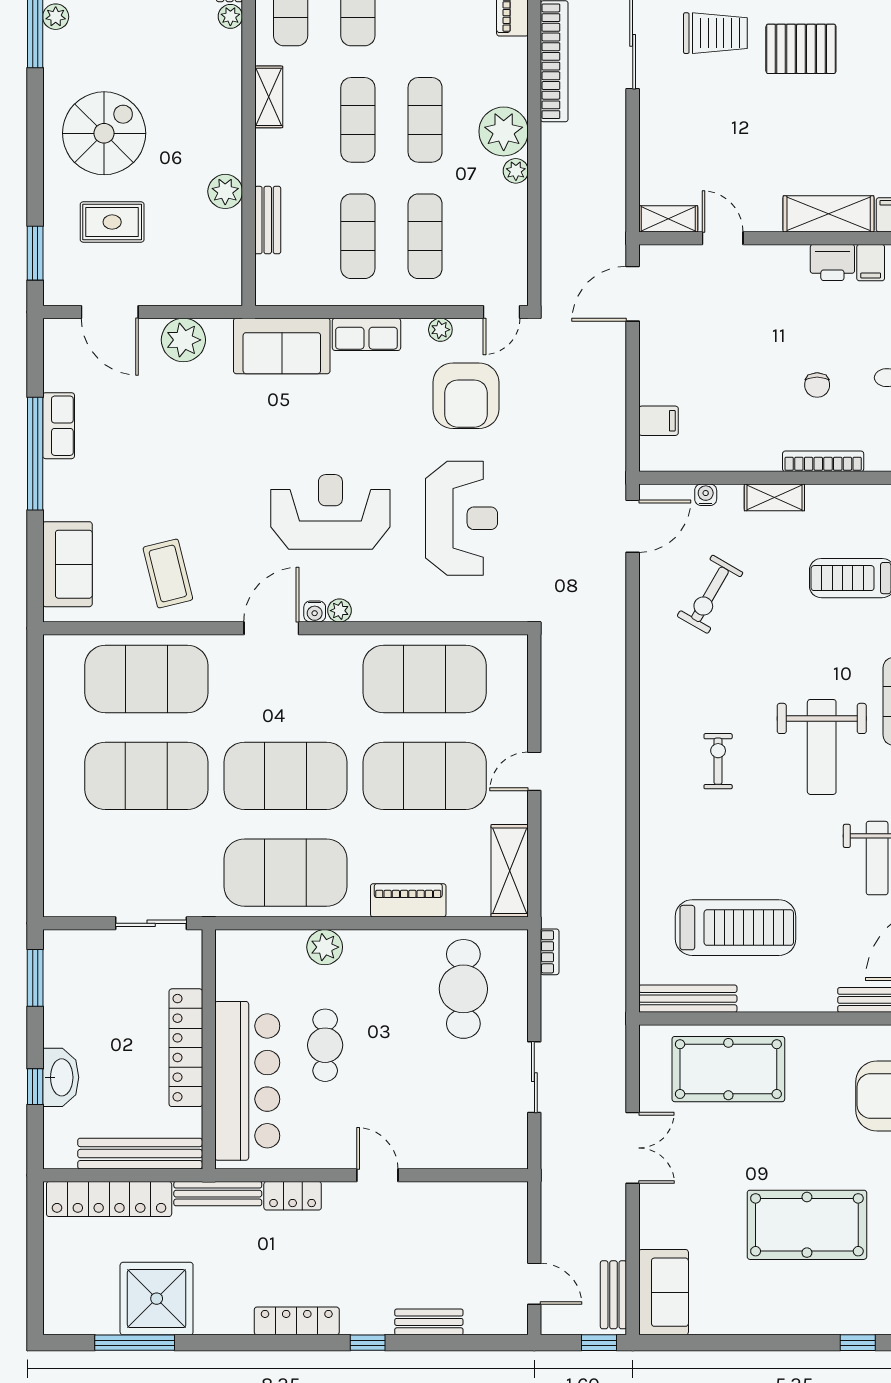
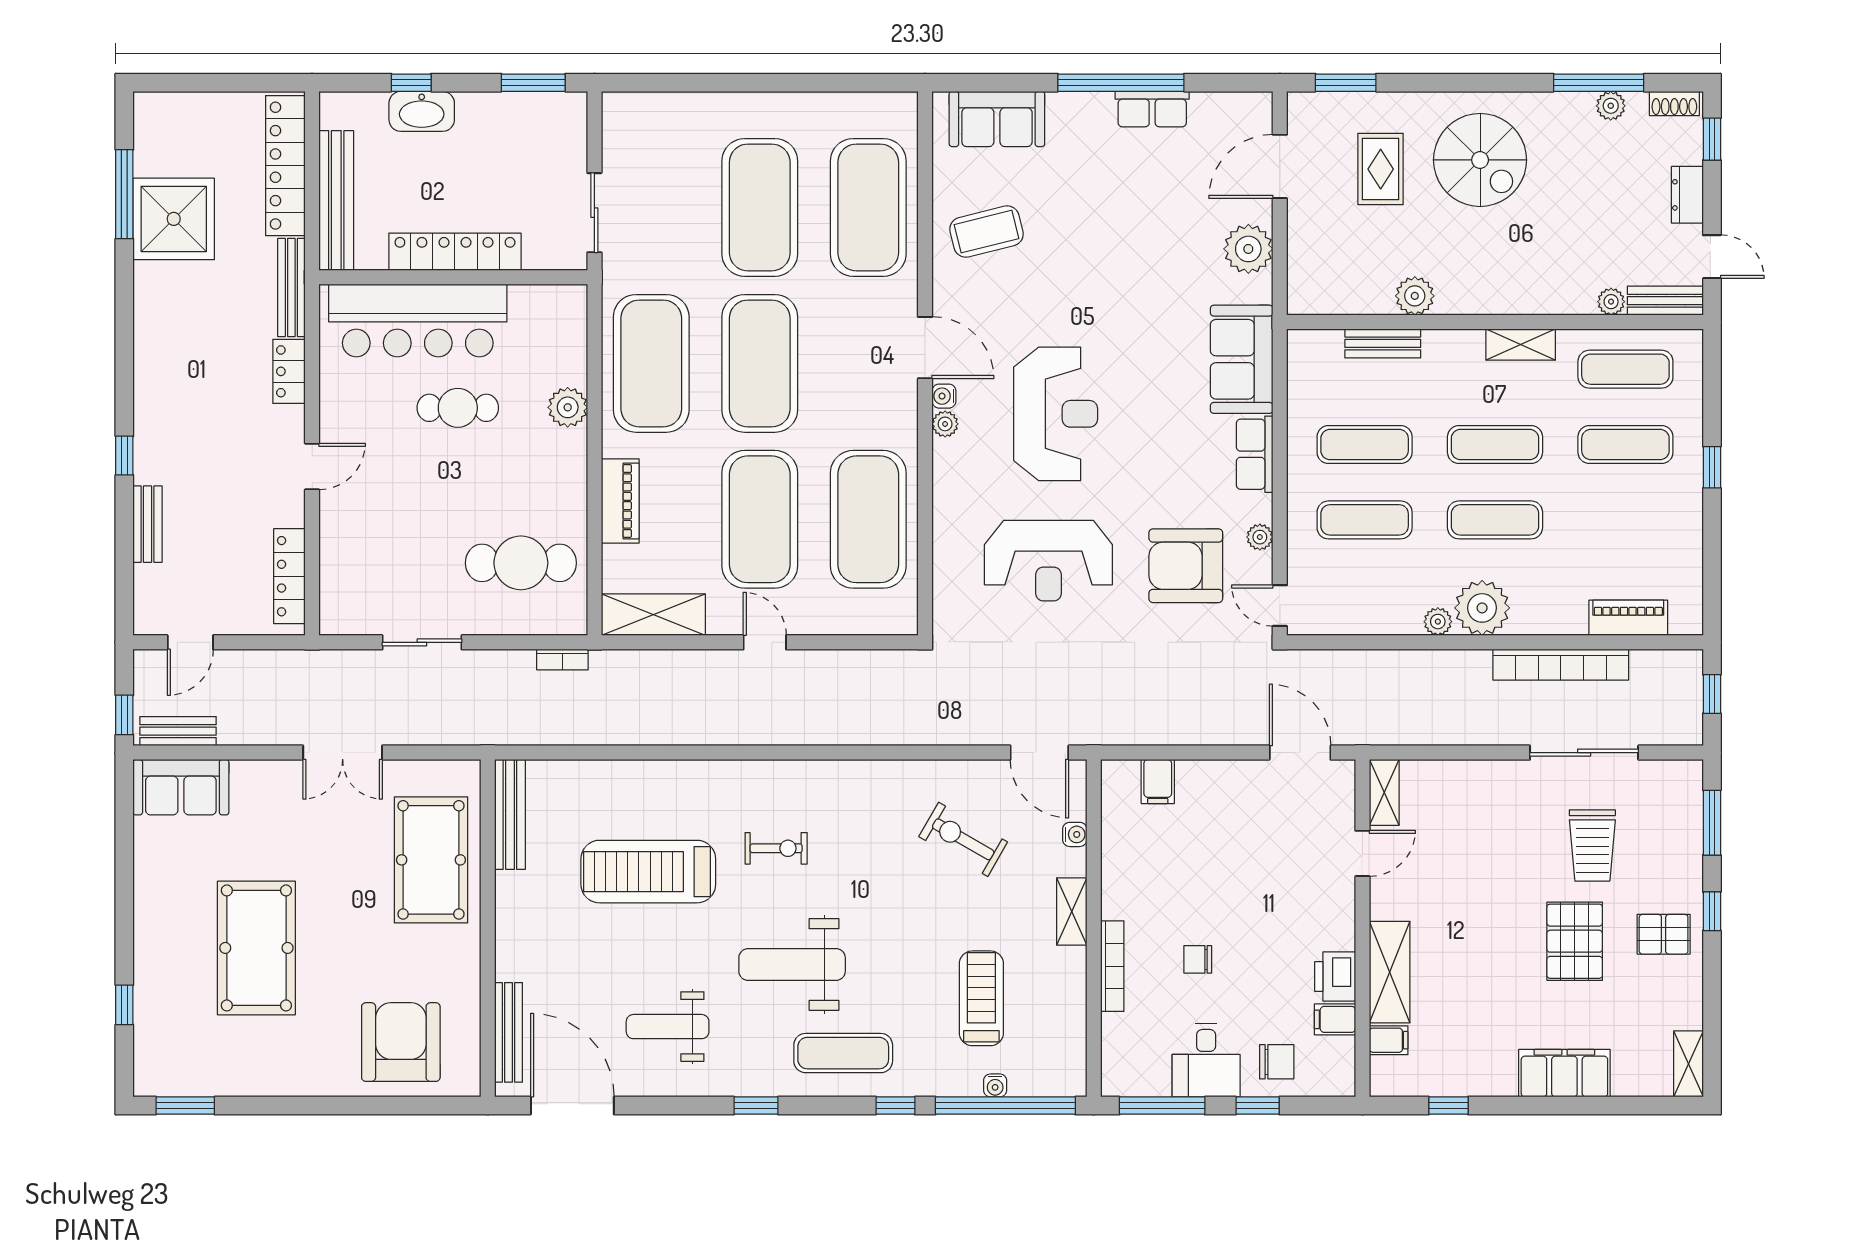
treadmill: (736, 928) -> (648, 872), moved, turned 90
locker: (297, 1321) -> (289, 576), moved, turned 180

